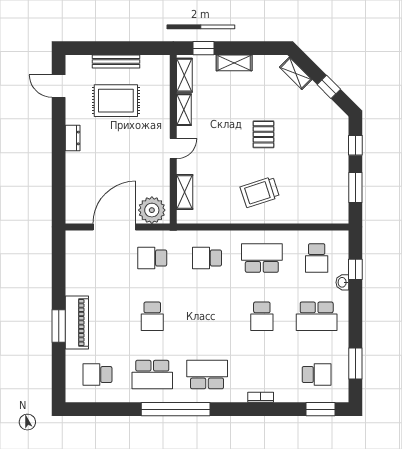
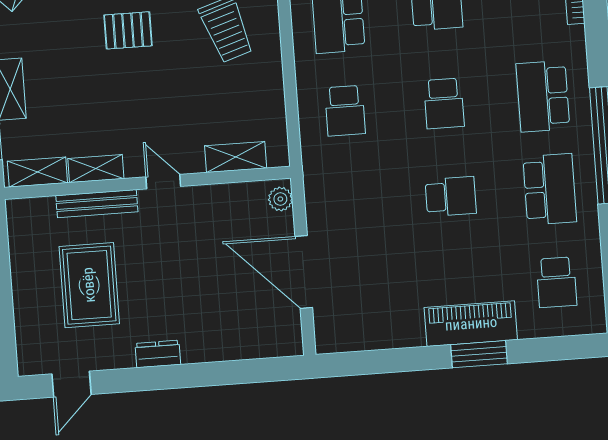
bench: (116, 62) -> (97, 204), moved, turned 90
plant: (152, 210) -> (280, 199), width x0.53, depth x0.53
school desk: (152, 258) -> (444, 103), moved

